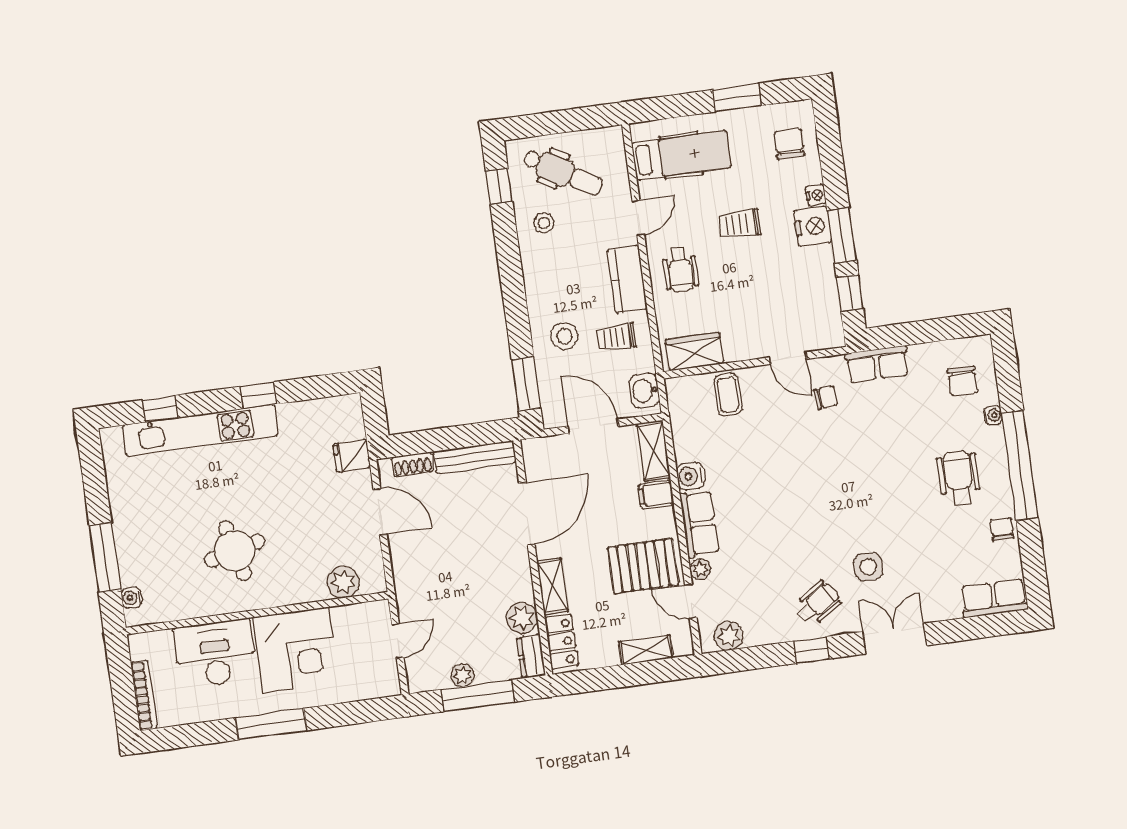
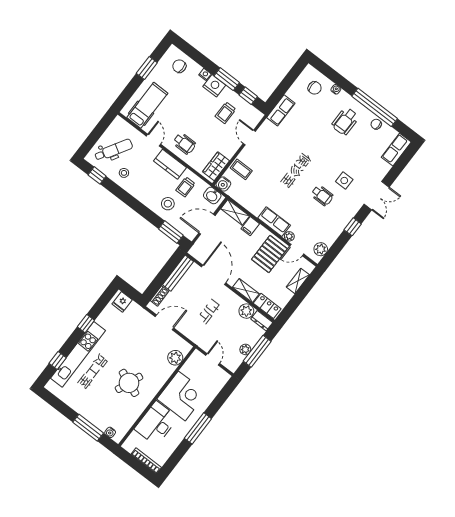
trolley: (740, 224) -> (225, 113), moved
door: (788, 358) -> (249, 137), swing flipped
chair: (826, 397) -> (275, 138), removed
fridge: (352, 456) -> (122, 302), moved
window: (1020, 465) -> (375, 107), moved
water cooler: (690, 476) -> (223, 184), moved
wheelchair: (959, 478) -> (345, 121), turned -90
round table: (235, 551) -> (129, 383), turned 36
wheelchair: (818, 603) -> (322, 195), moved, turned 123
double door: (895, 639) -> (377, 196), swing flipped

